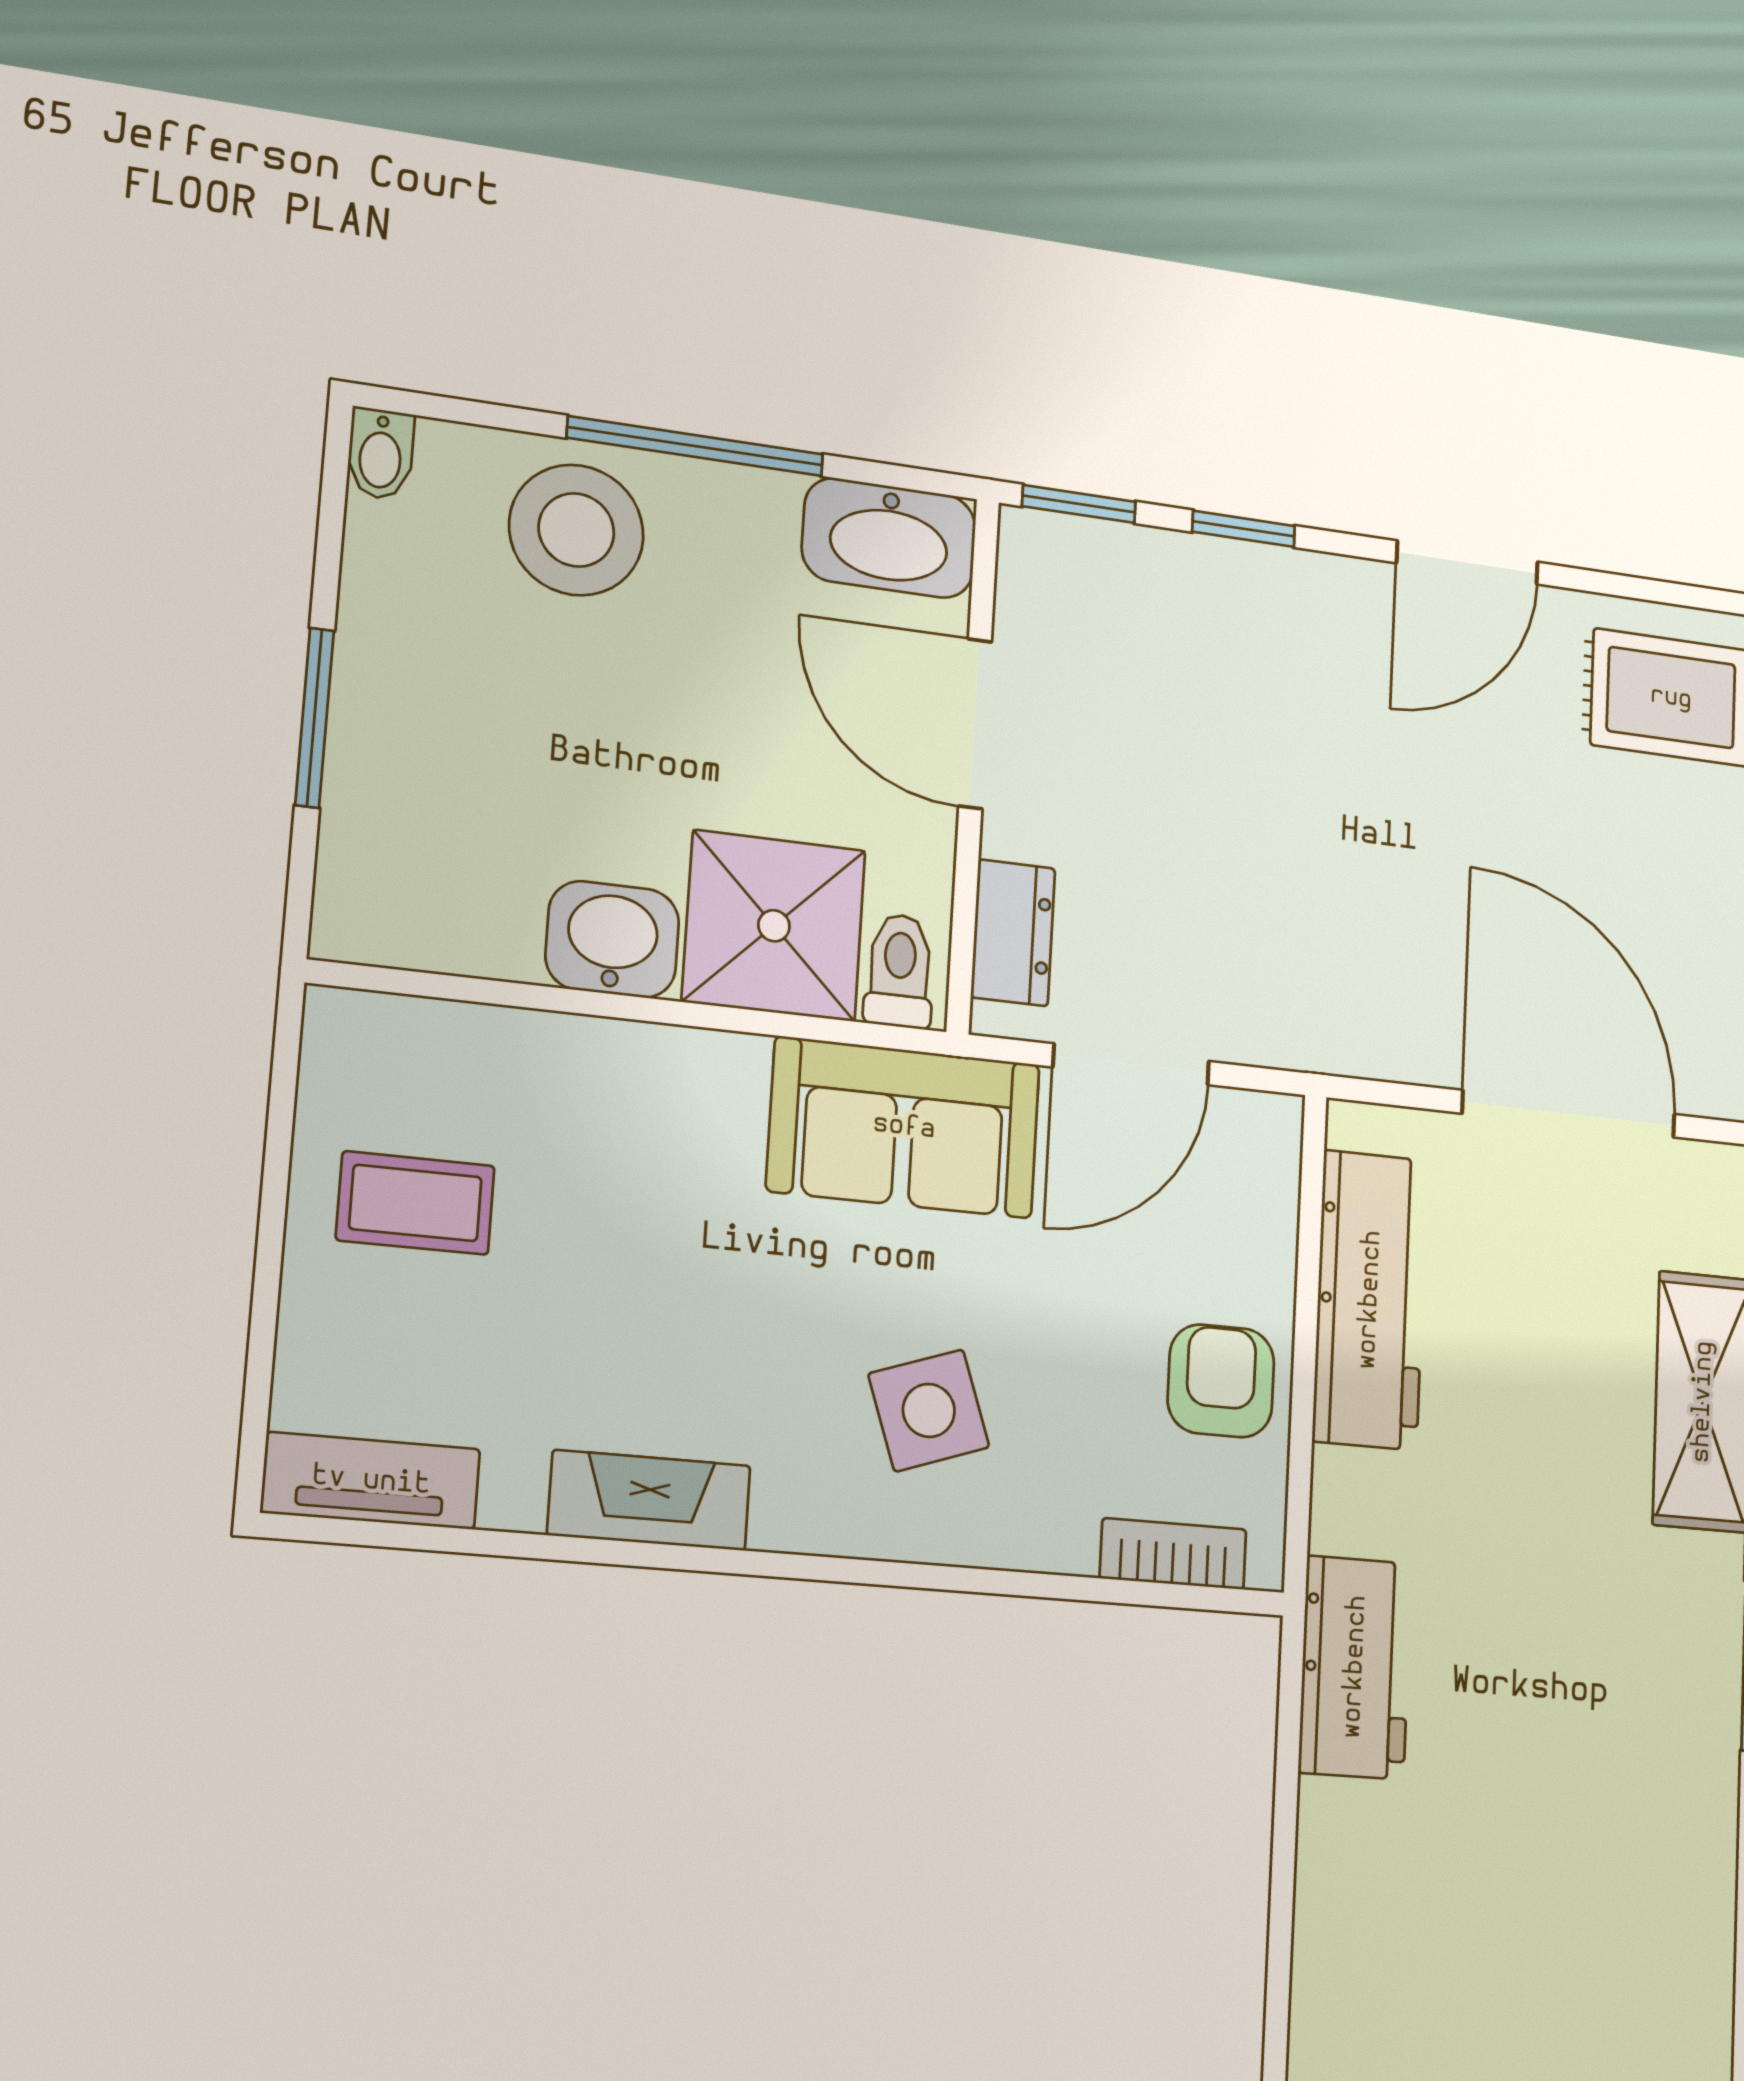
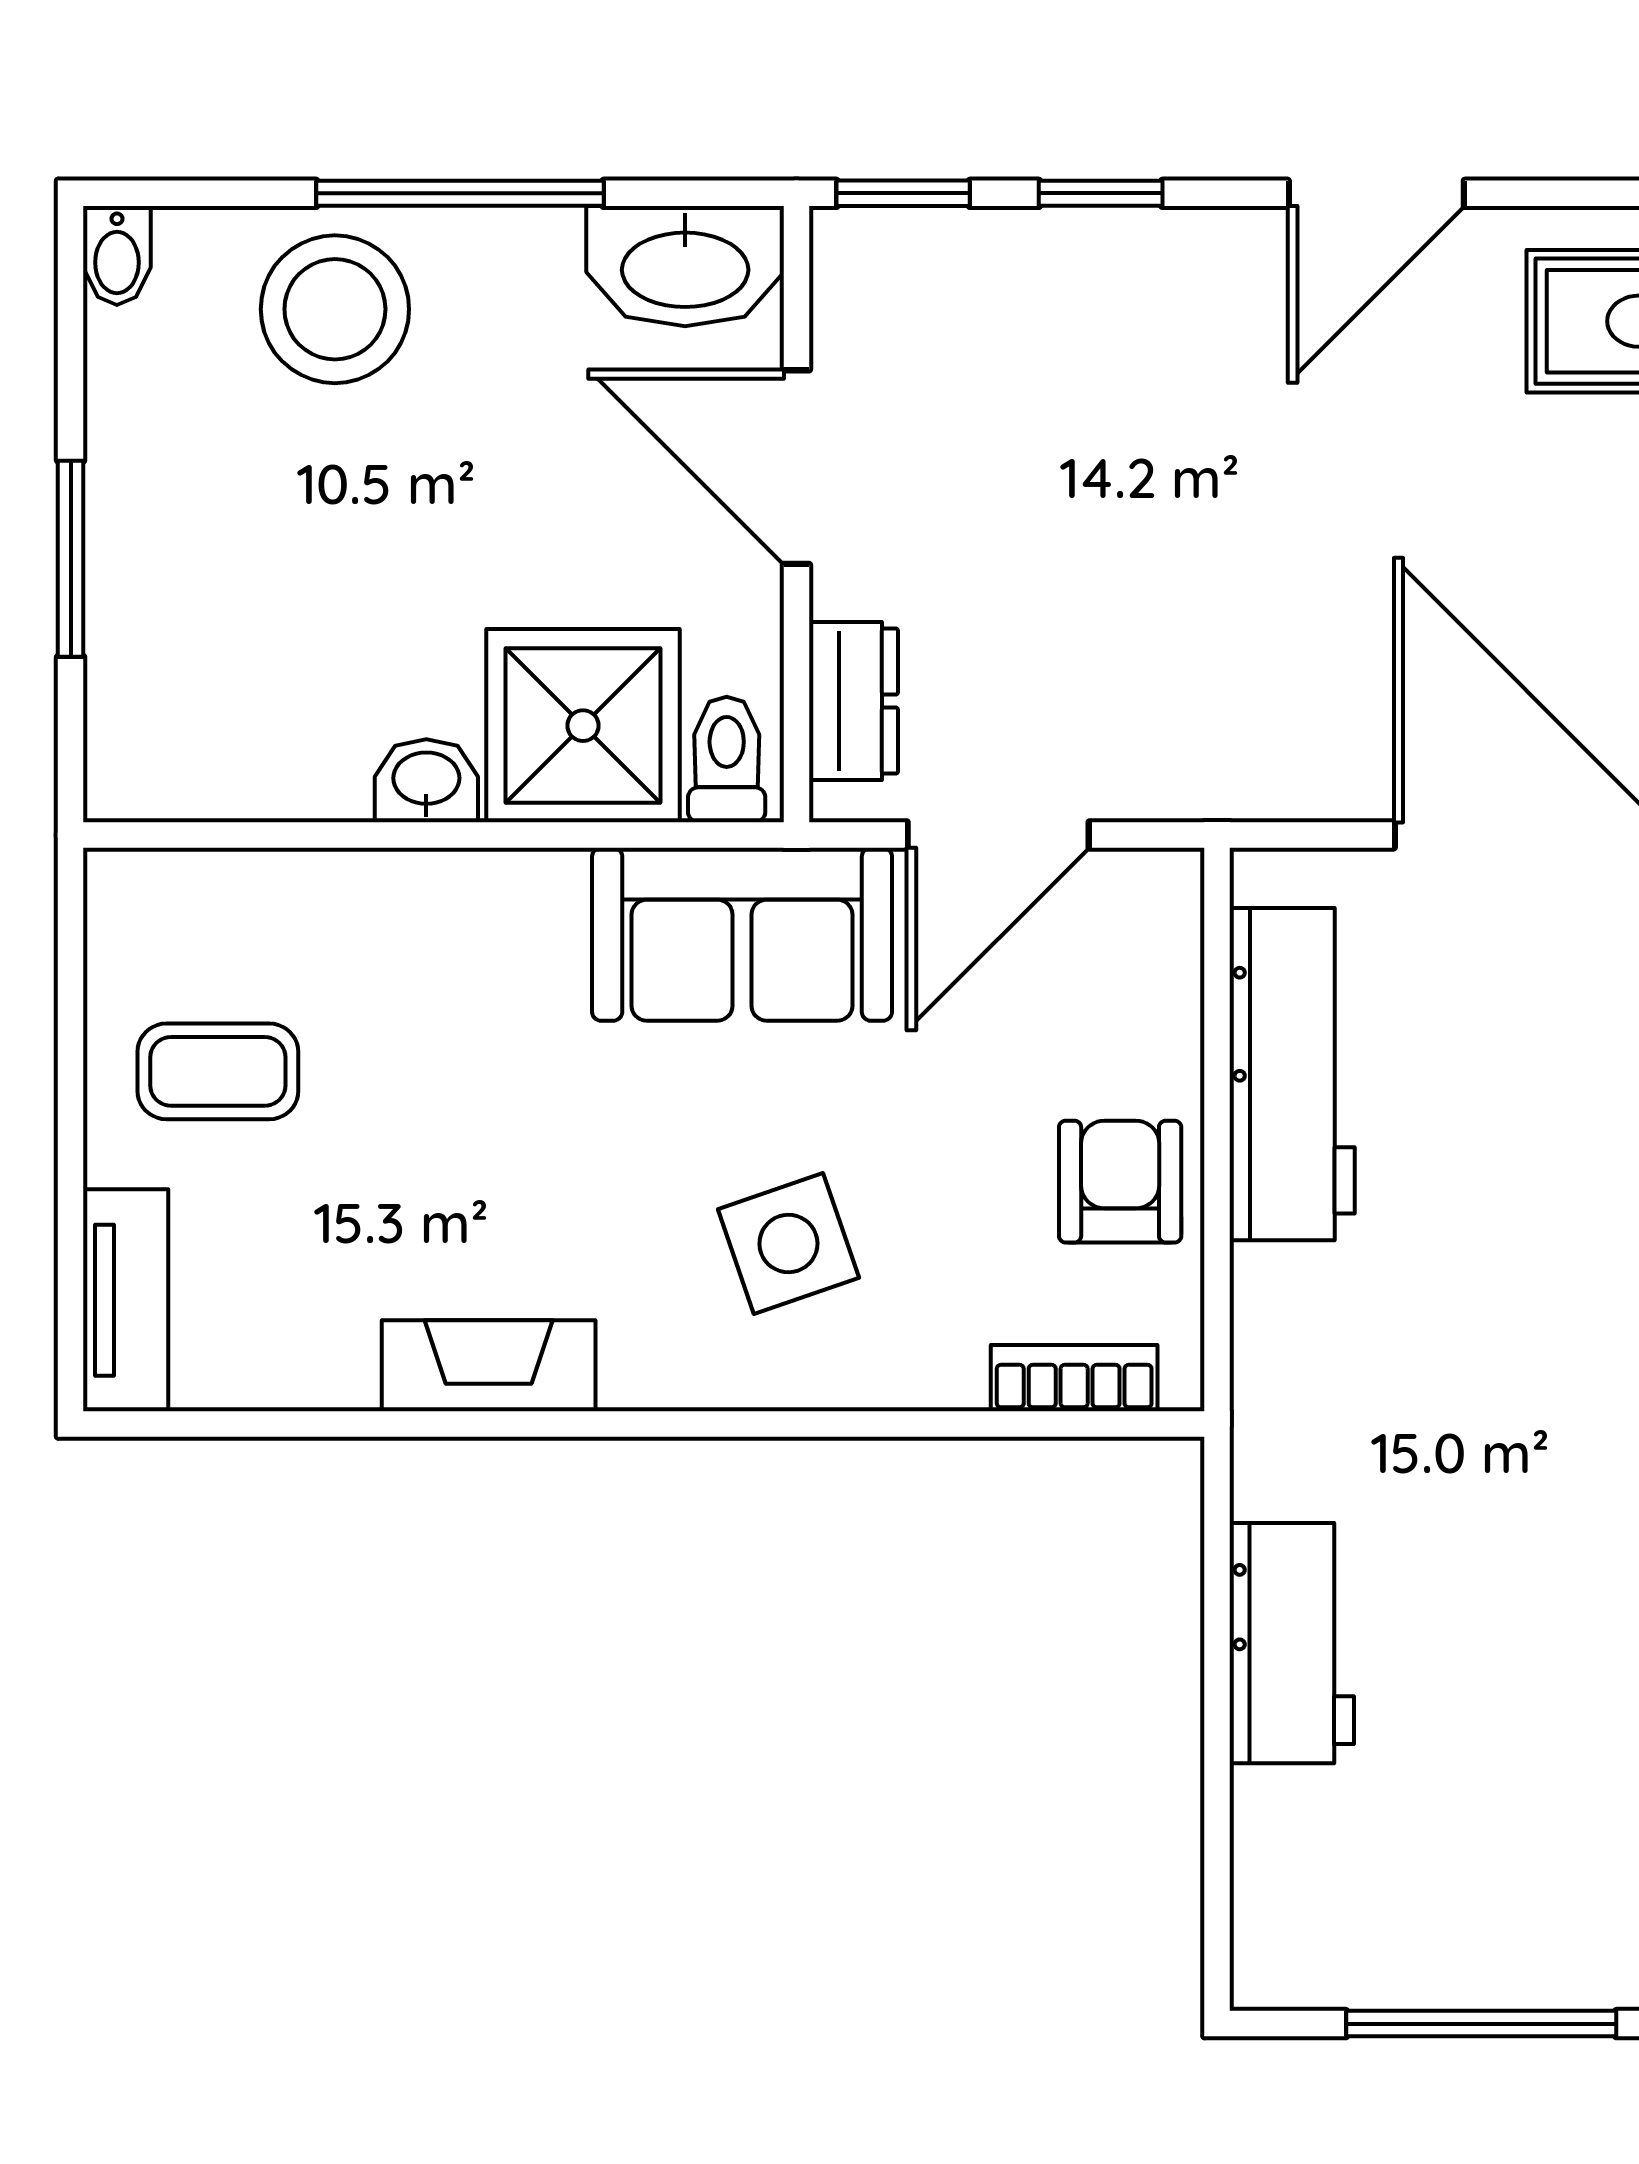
washbasin: (612, 939) -> (426, 781), width x0.72, depth x0.69
tv unit: (371, 1481) -> (126, 1300), moved, turned 90
workbench: (1355, 1667) -> (1292, 1643), moved

